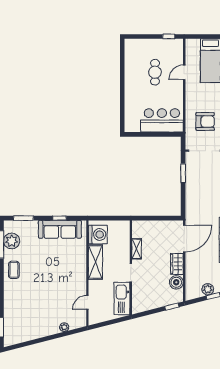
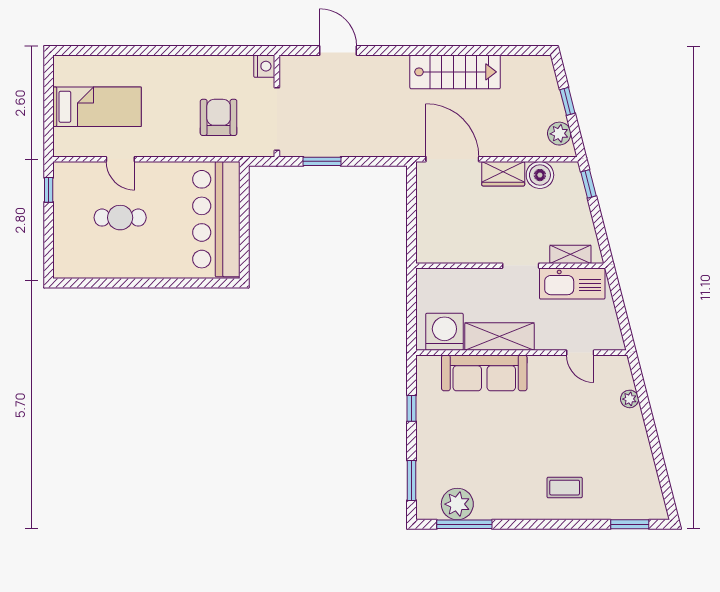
bar counter: (162, 120) -> (216, 219), width x1.36
sofa: (60, 229) -> (484, 373), moved, turned 90
shelving: (137, 249) -> (570, 254), moved
coffee table: (14, 270) -> (565, 488), moved
plant: (208, 289) -> (559, 134), moved

